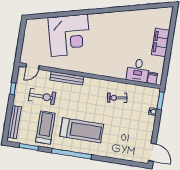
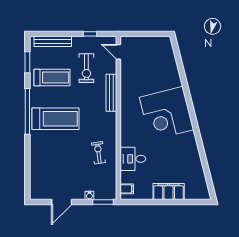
corner desk: (69, 35) -> (167, 113), moved
desk: (138, 70) -> (133, 159), moved
treadmill: (82, 130) -> (56, 119), turned -90
door: (152, 152) -> (62, 202), moved

